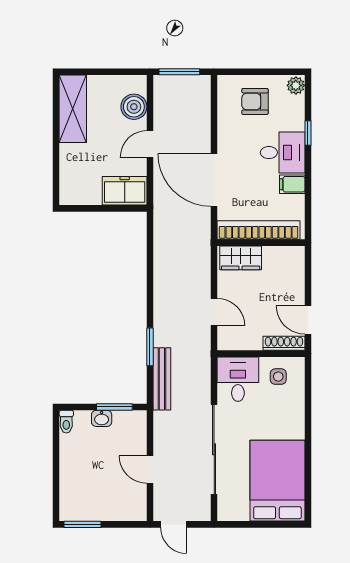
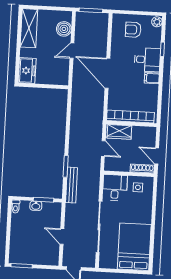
freezer: (125, 191) -> (27, 71), moved, turned 90
bookcase: (259, 230) -> (130, 117), moved
wall: (261, 243) -> (132, 124), moved
wardrobe: (241, 258) -> (119, 132), moved

